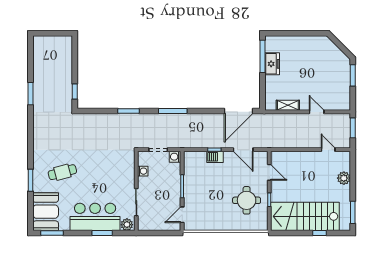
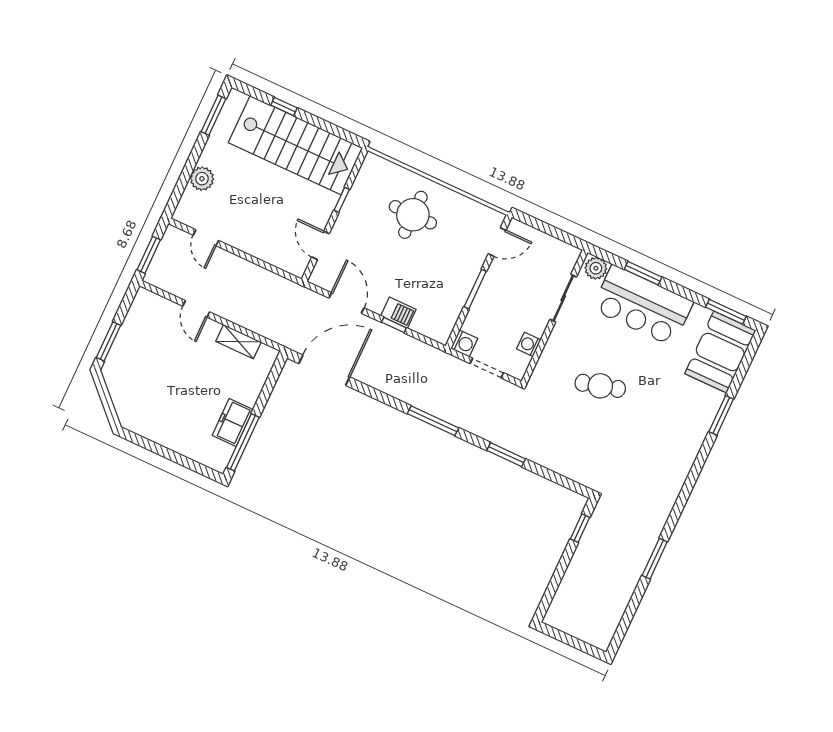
cafe table: (62, 172) -> (600, 386), moved
round table: (247, 200) -> (413, 215), moved

